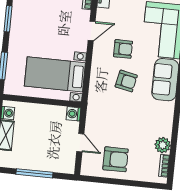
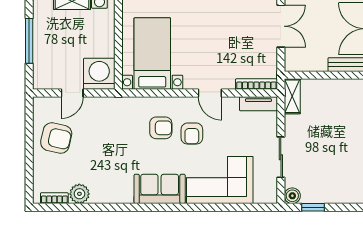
armchair: (126, 81) -> (161, 128), moved, turned -102
washing machine: (74, 114) -> (99, 74), width x1.89, depth x1.89
armchair: (115, 159) -> (56, 138), turned -77

